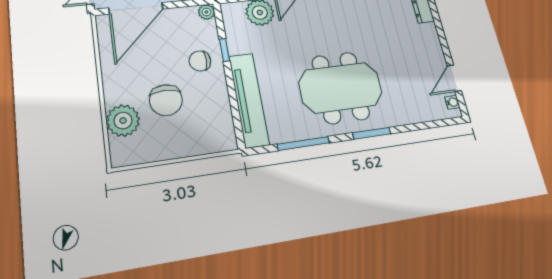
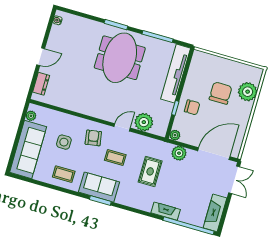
door: (454, 78) -> (41, 57), moved
meeting table: (340, 88) -> (120, 58), turned 90

